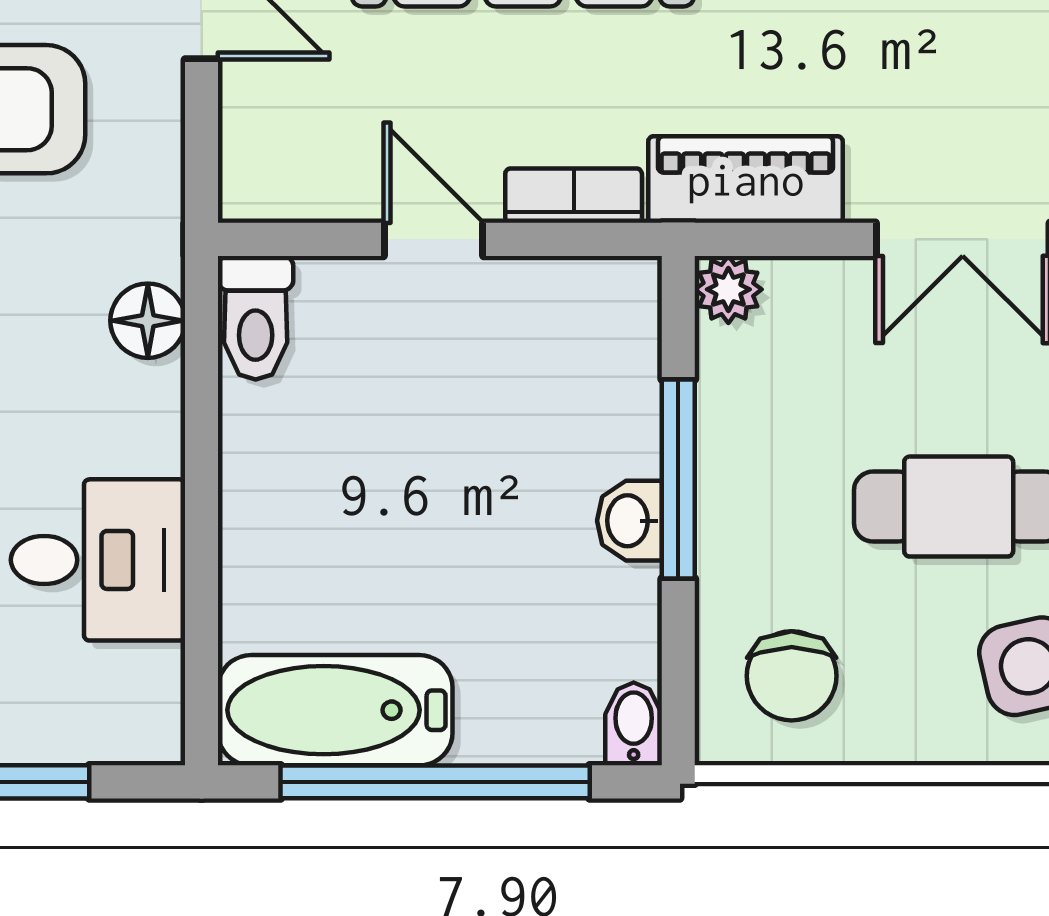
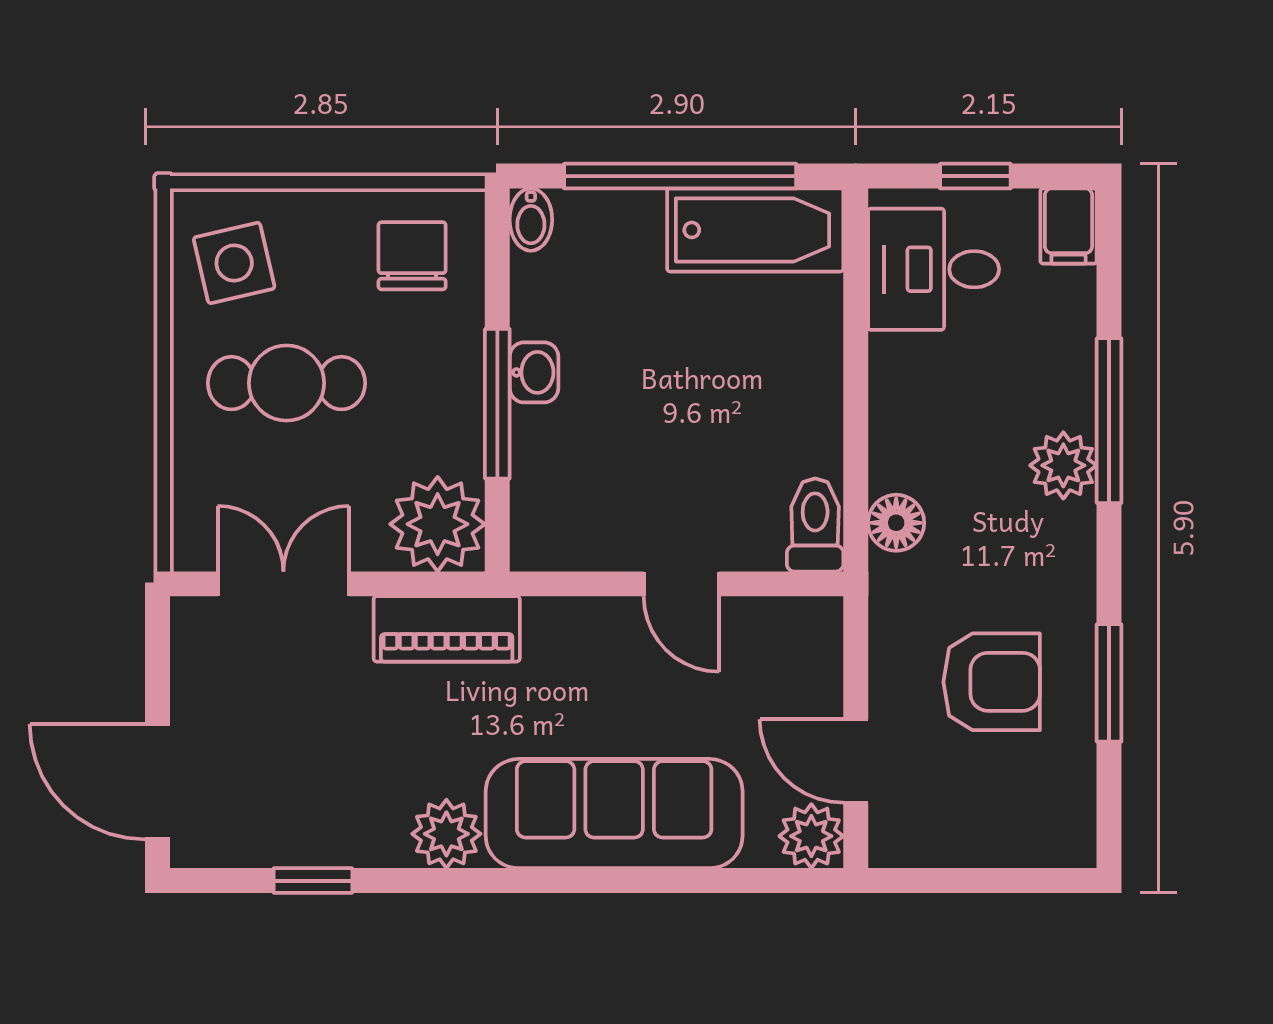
bookcase: (574, 196) -> (576, 617), removed
plant: (728, 289) -> (438, 524), width x1.87, depth x1.87
desk: (98, 560) -> (934, 269), moved

